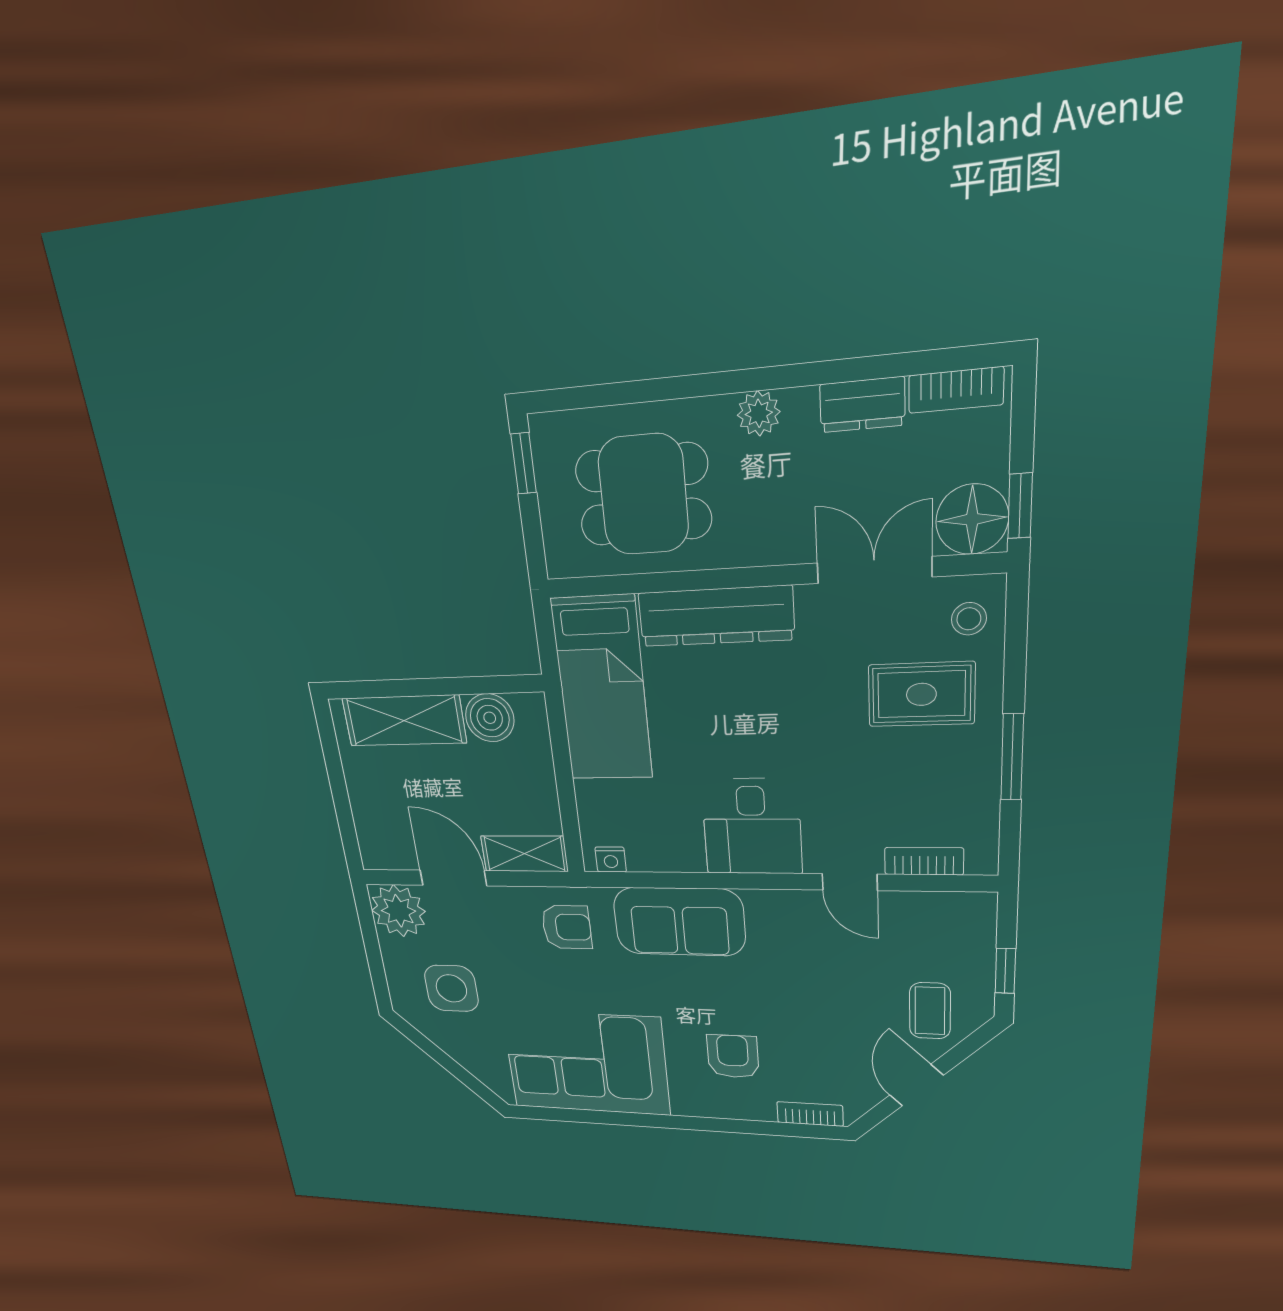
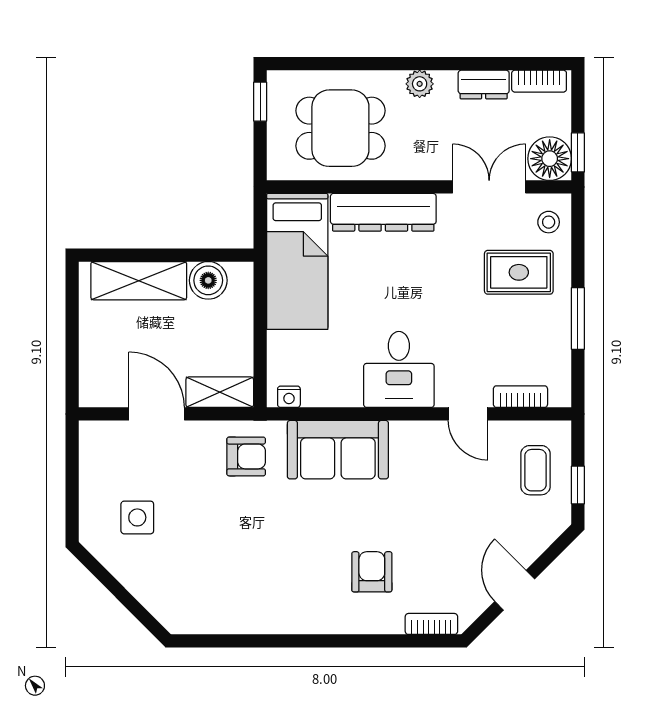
plant: (398, 911) -> (103, 445), removed
side table: (451, 988) -> (137, 517), width x0.73, depth x0.73
coffee table: (930, 1011) -> (536, 470), moved
corner sofa: (586, 1063) -> (247, 586), removed

